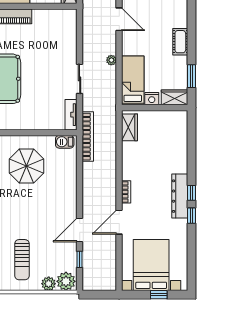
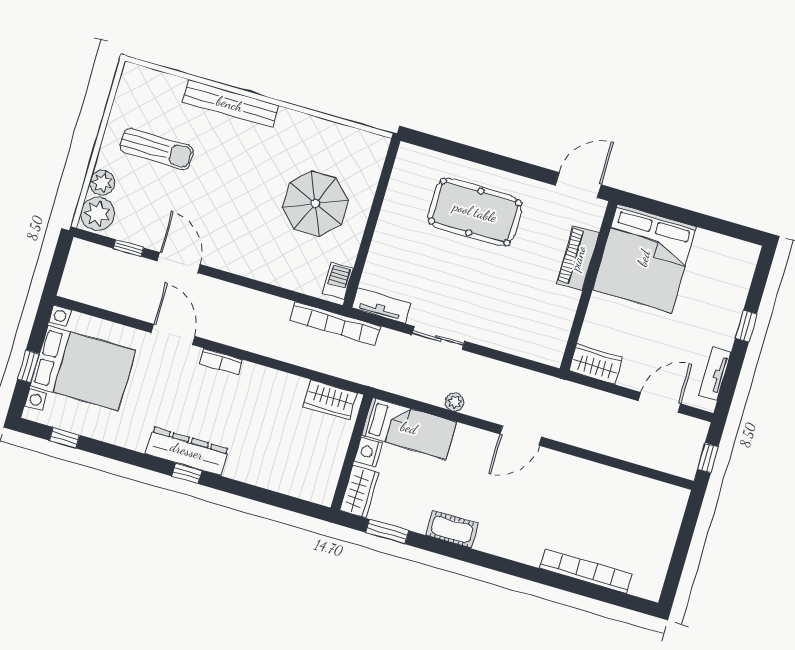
window: (192, 216) -> (64, 438), moved
sun lounger: (22, 260) -> (157, 149), turned 180

